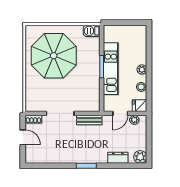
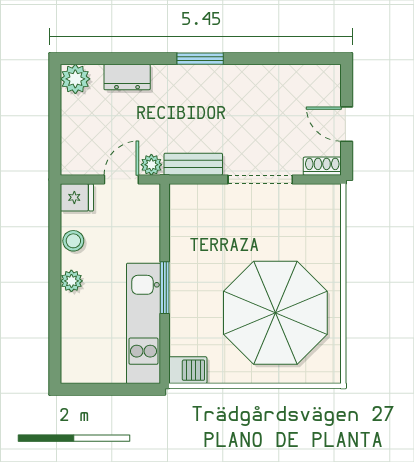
kitchen unit: (111, 69) -> (143, 323), moved
plant: (134, 120) -> (151, 165), moved

